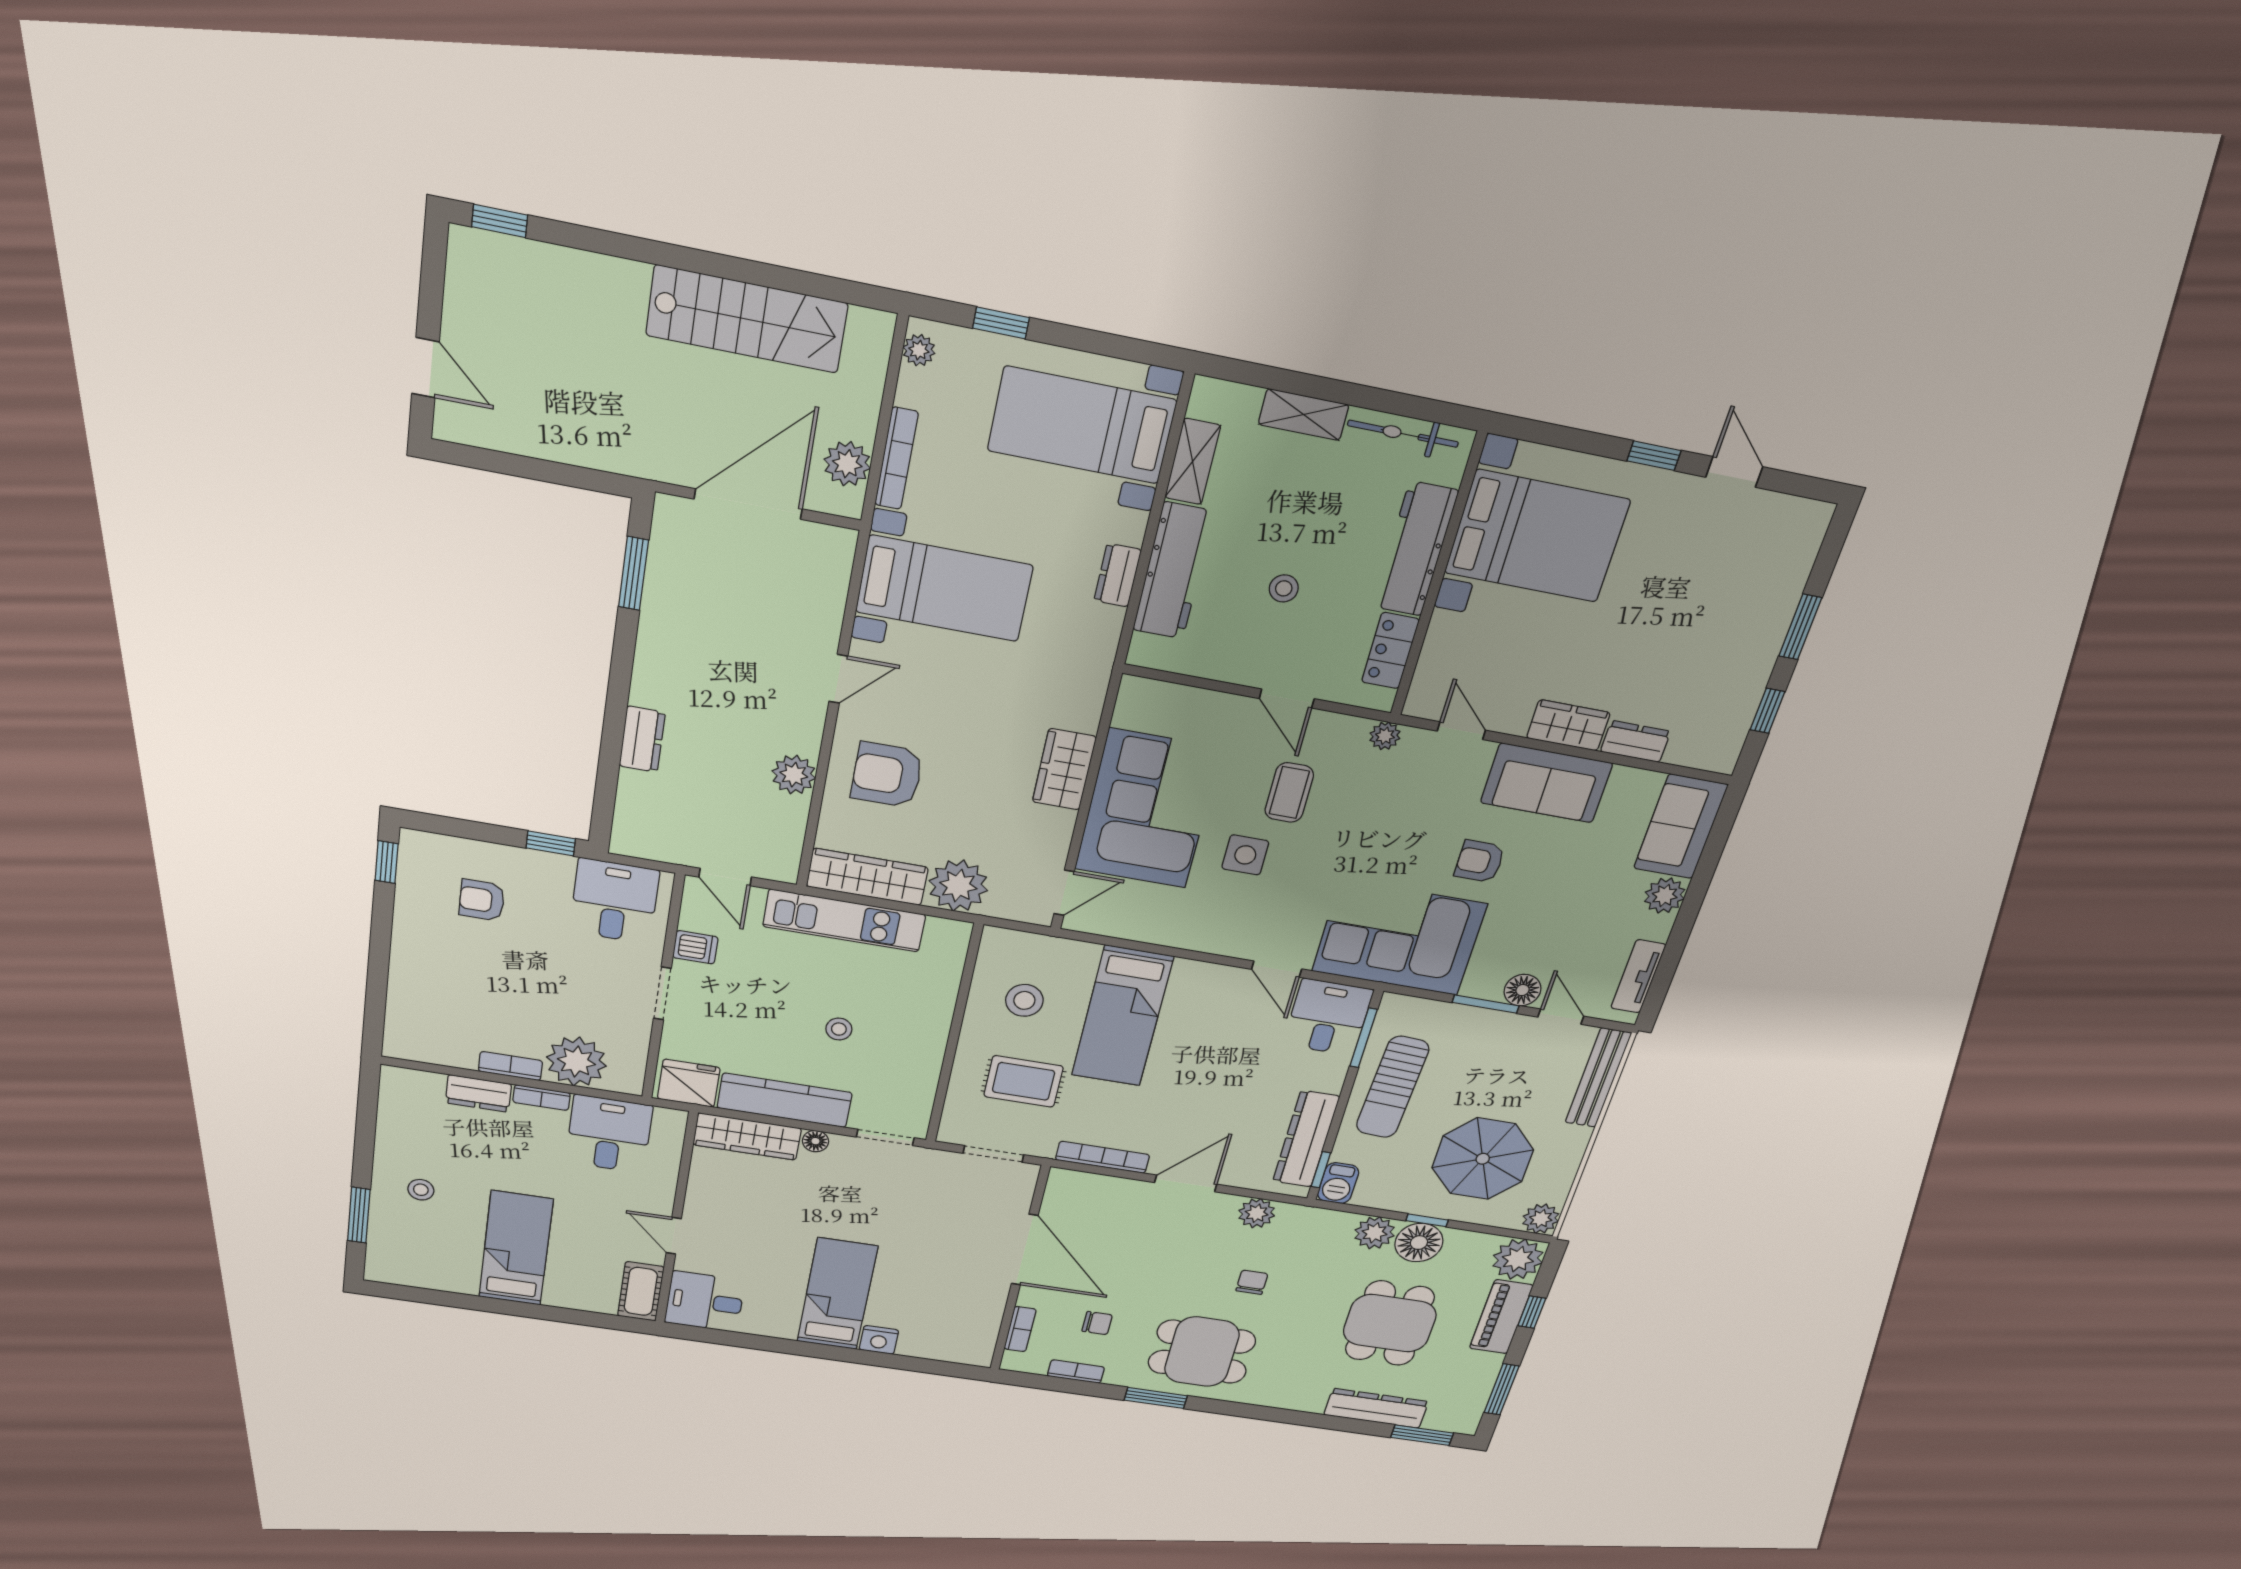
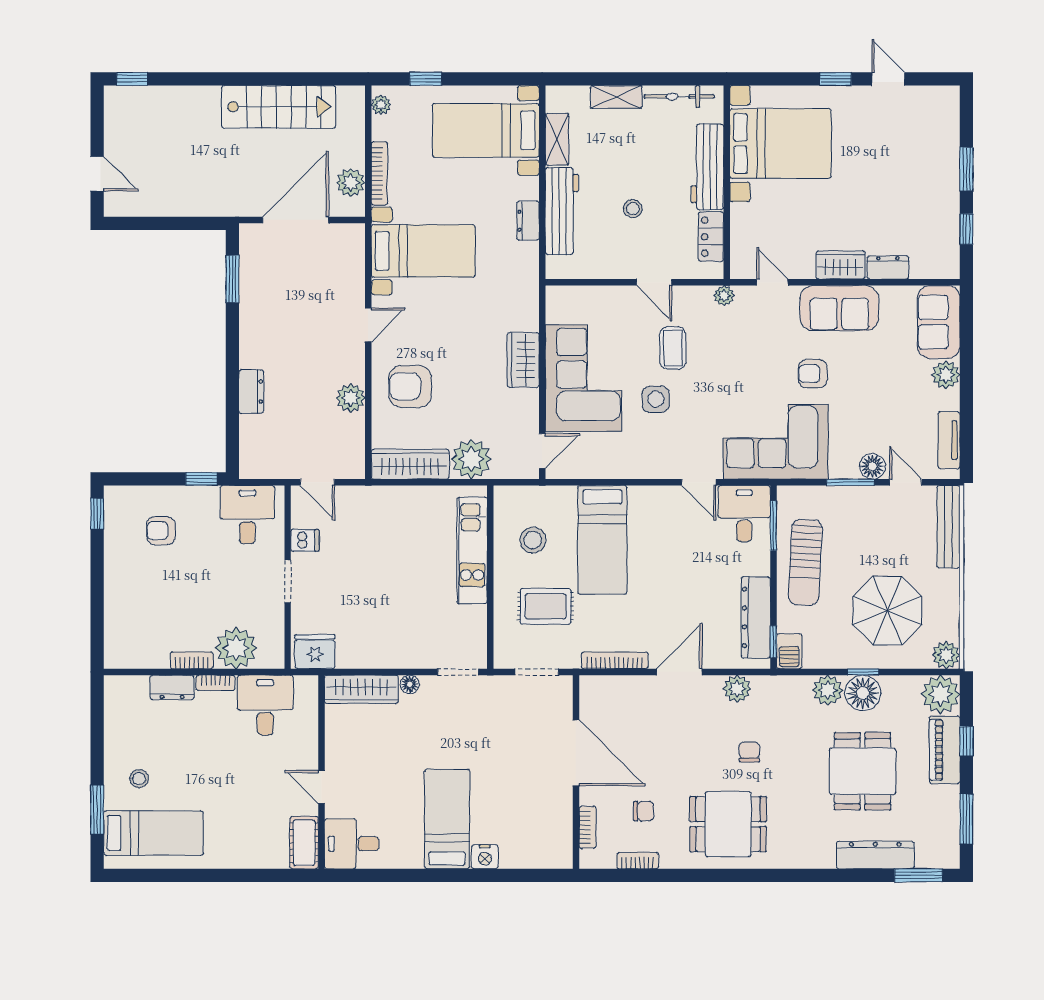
kitchen unit: (844, 921) -> (472, 550), moved, turned 90
stool: (839, 1029) -> (411, 587), removed
kitchen counter: (785, 1100) -> (383, 654), removed
bed: (516, 1248) -> (153, 833), moved, turned 90
window: (1156, 1398) -> (704, 875), removed

